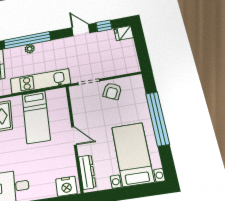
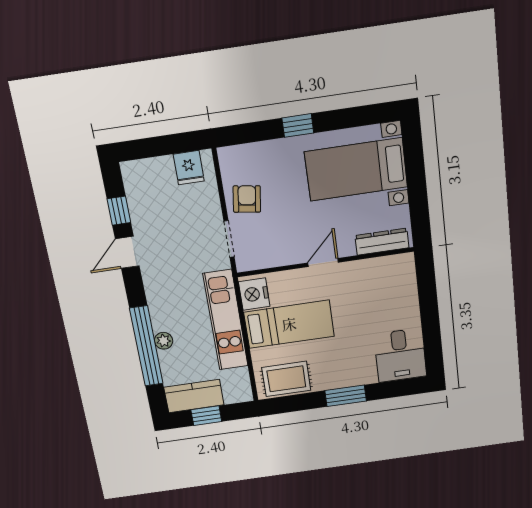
fridge: (124, 33) -> (189, 168), moved
armchair: (112, 91) -> (247, 199), turned -107
window: (157, 118) -> (298, 125), width x0.32
nightstand: (66, 186) -> (254, 294), moved, turned 180

